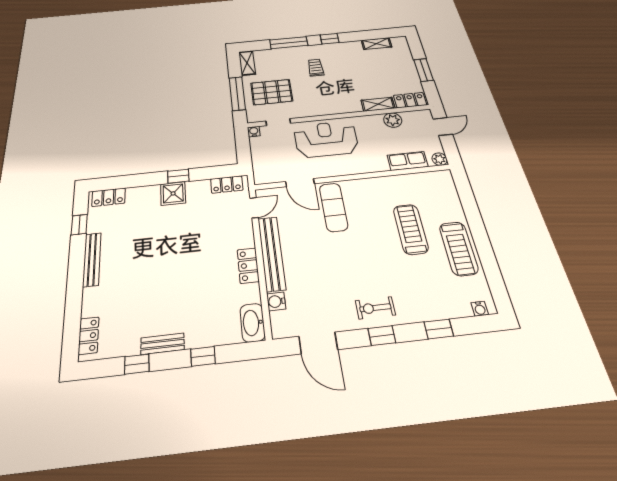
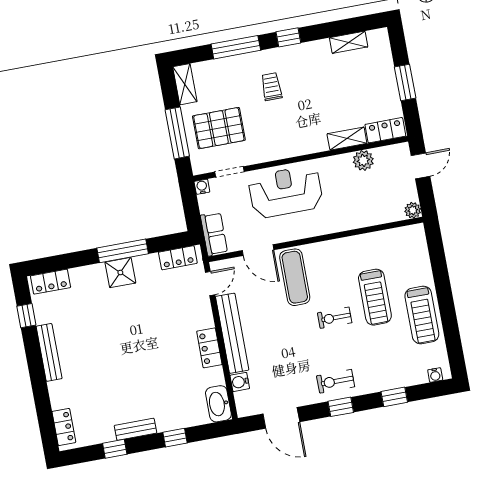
row of seats: (408, 161) -> (214, 234), moved, turned 90
window: (178, 176) -> (123, 251), width x2.17
treadmill: (411, 229) -> (375, 297), turned 180
exercise bike: (372, 245) -> (335, 318), added

